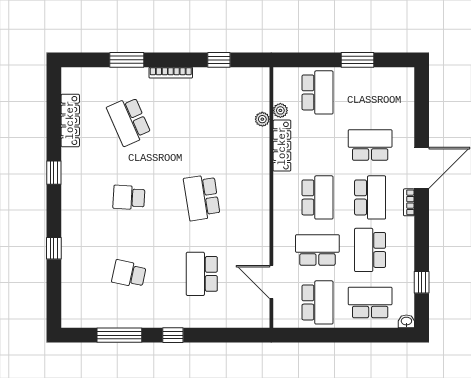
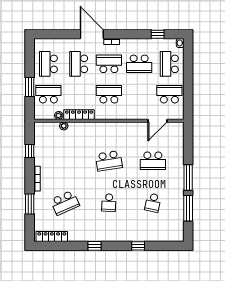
window: (358, 60) -> (30, 87), moved
locker: (70, 120) -> (52, 236), moved
school desk: (317, 250) -> (48, 64), moved
window: (173, 335) -> (188, 177), width x2.17

